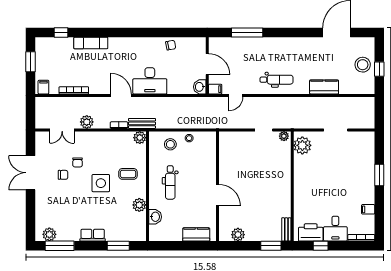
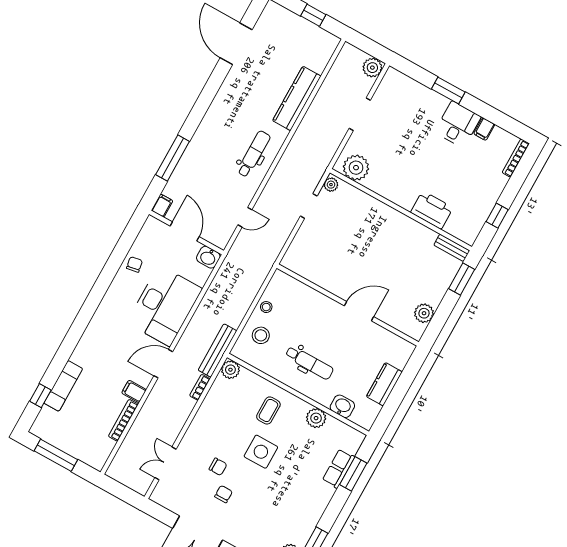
exam couch: (91, 43) -> (63, 386), moved
window: (30, 62) -> (56, 455), width x1.44
door: (207, 64) -> (185, 231), hinge flipped
stool: (363, 65) -> (296, 33), removed
desk: (150, 81) -> (164, 306), width x1.36, depth x1.30
filing cabinet: (43, 87) -> (134, 391), moved
kitchen counter: (324, 87) -> (297, 98), width x1.50
filing cabinet: (215, 89) -> (162, 206), moved
door: (236, 95) -> (245, 217), hinge flipped
plant: (87, 122) -> (372, 68), moved
bench: (142, 123) -> (217, 350), width x1.36
double door: (62, 130) -> (166, 463), swing flipped
desk: (335, 229) -> (458, 124), moved, turned -90
printer: (311, 232) -> (432, 210), moved, turned 90
kitchen counter: (196, 234) -> (384, 384), moved
row of seats: (93, 235) -> (338, 469), moved

